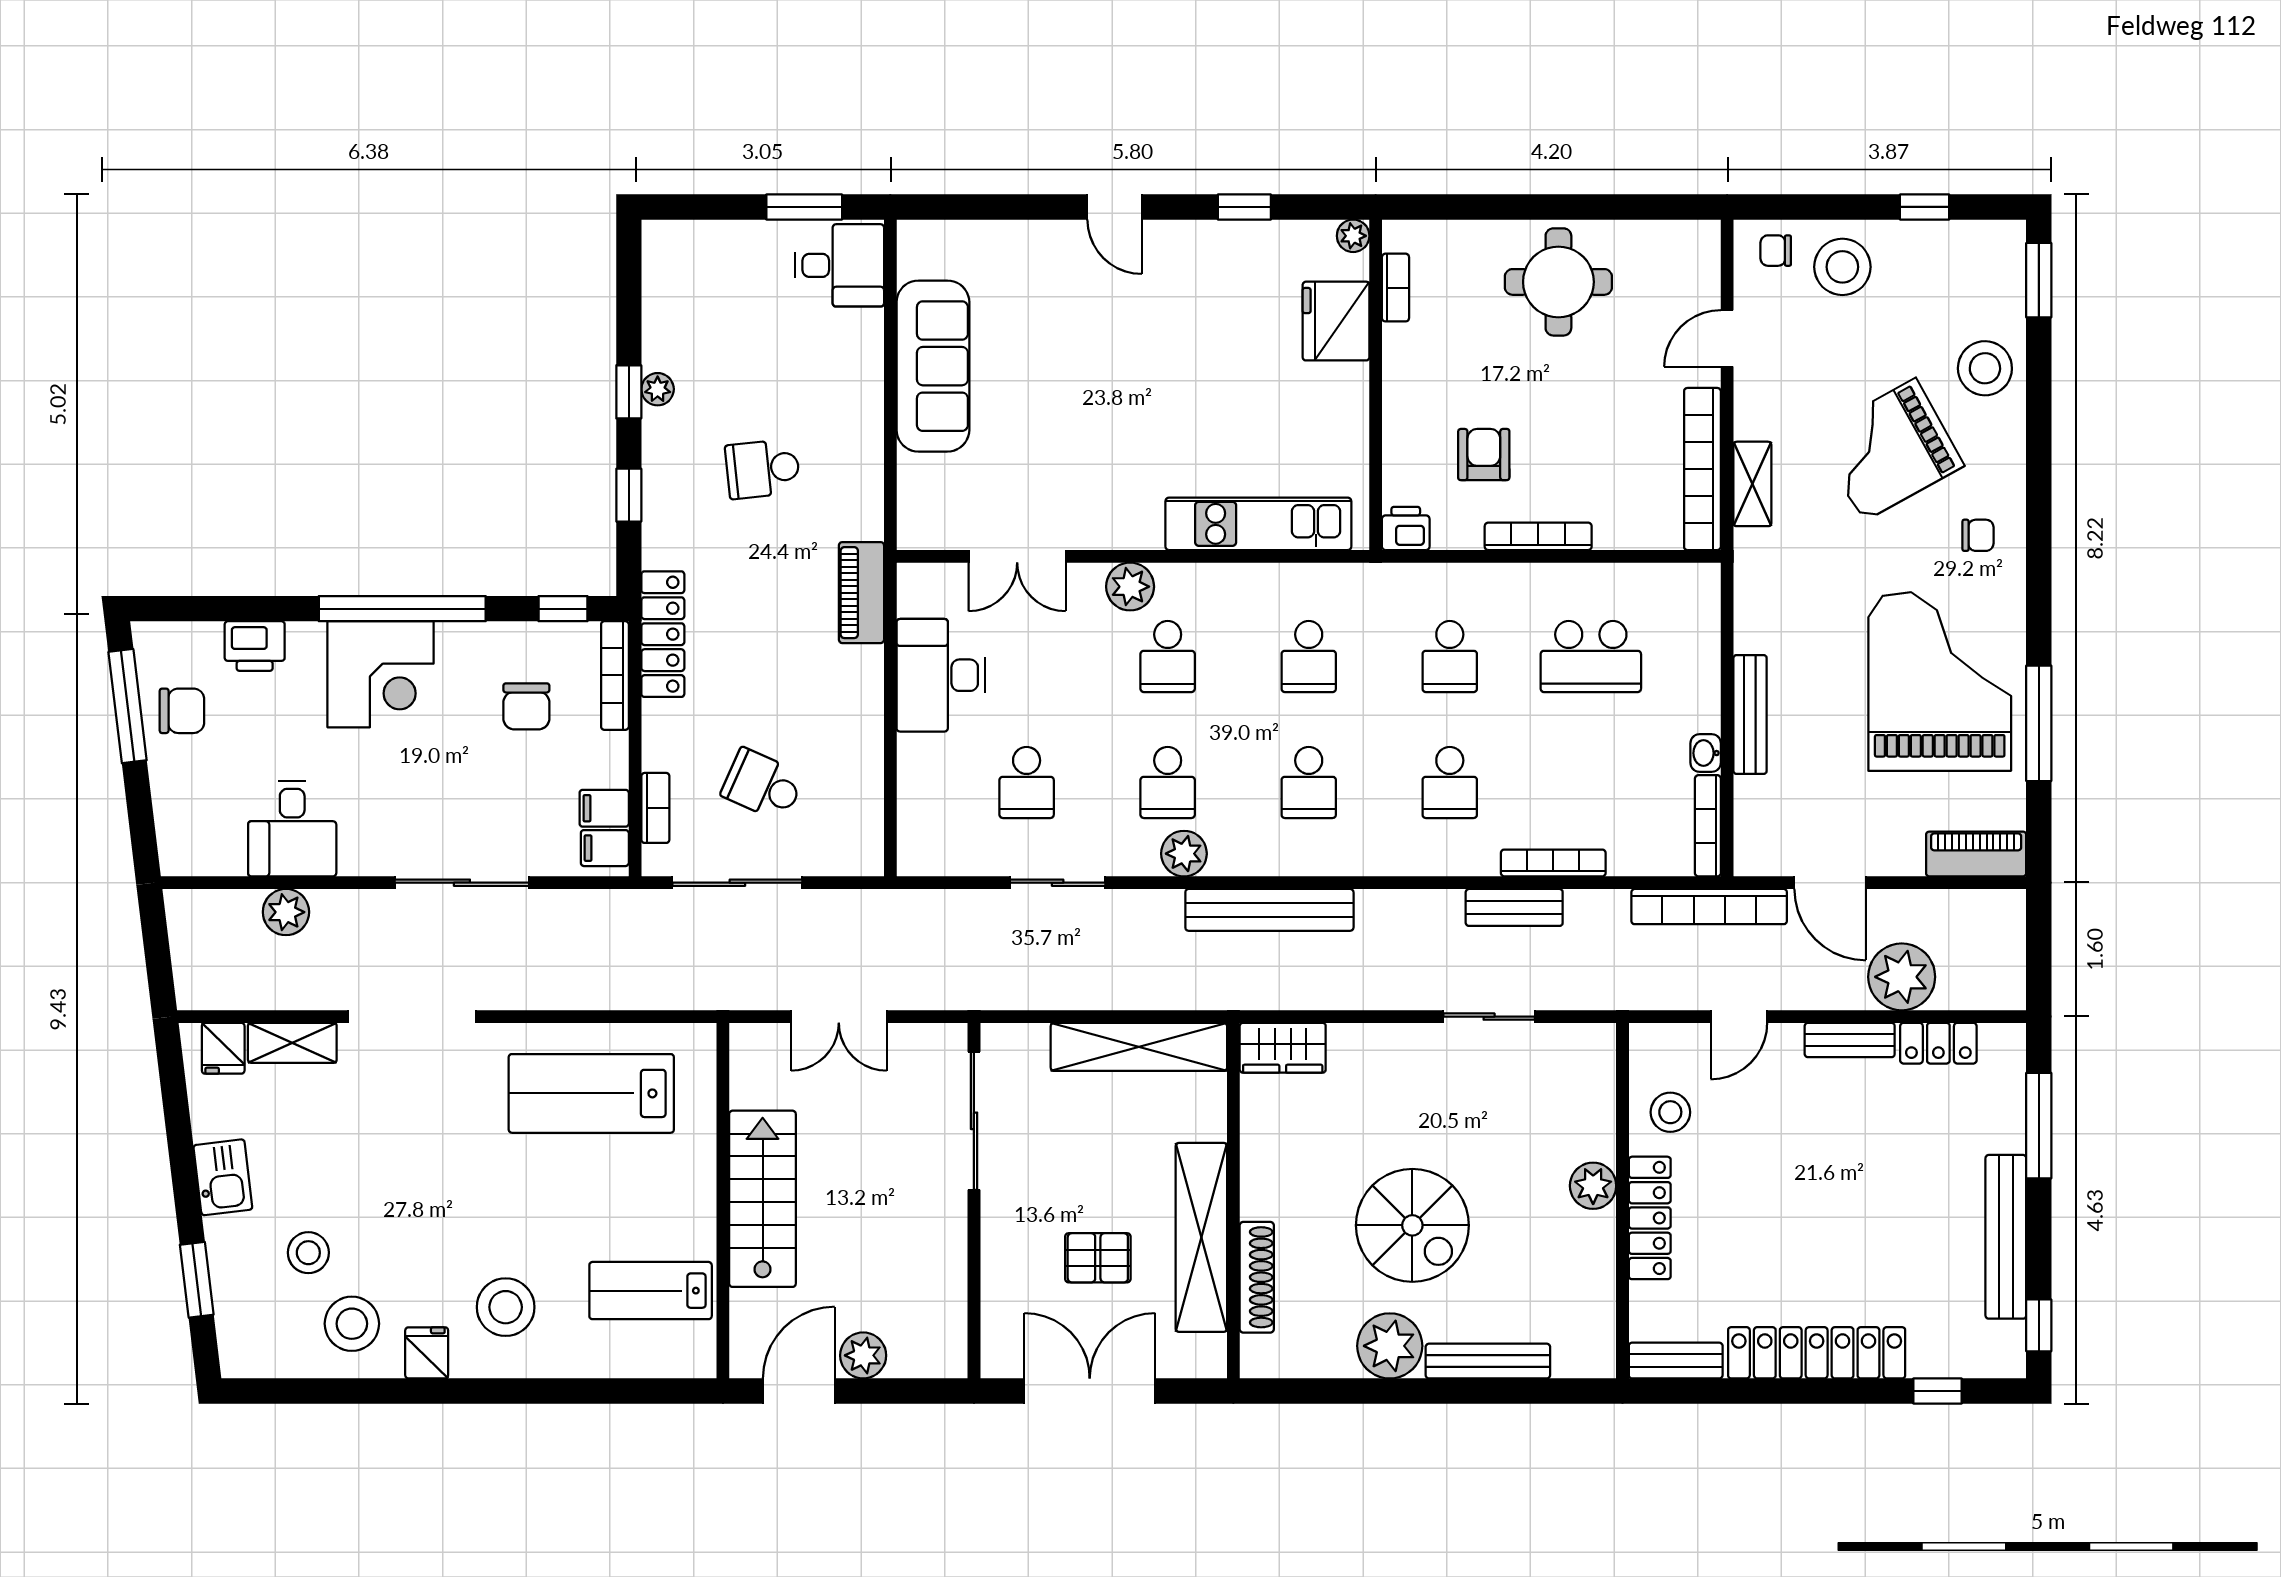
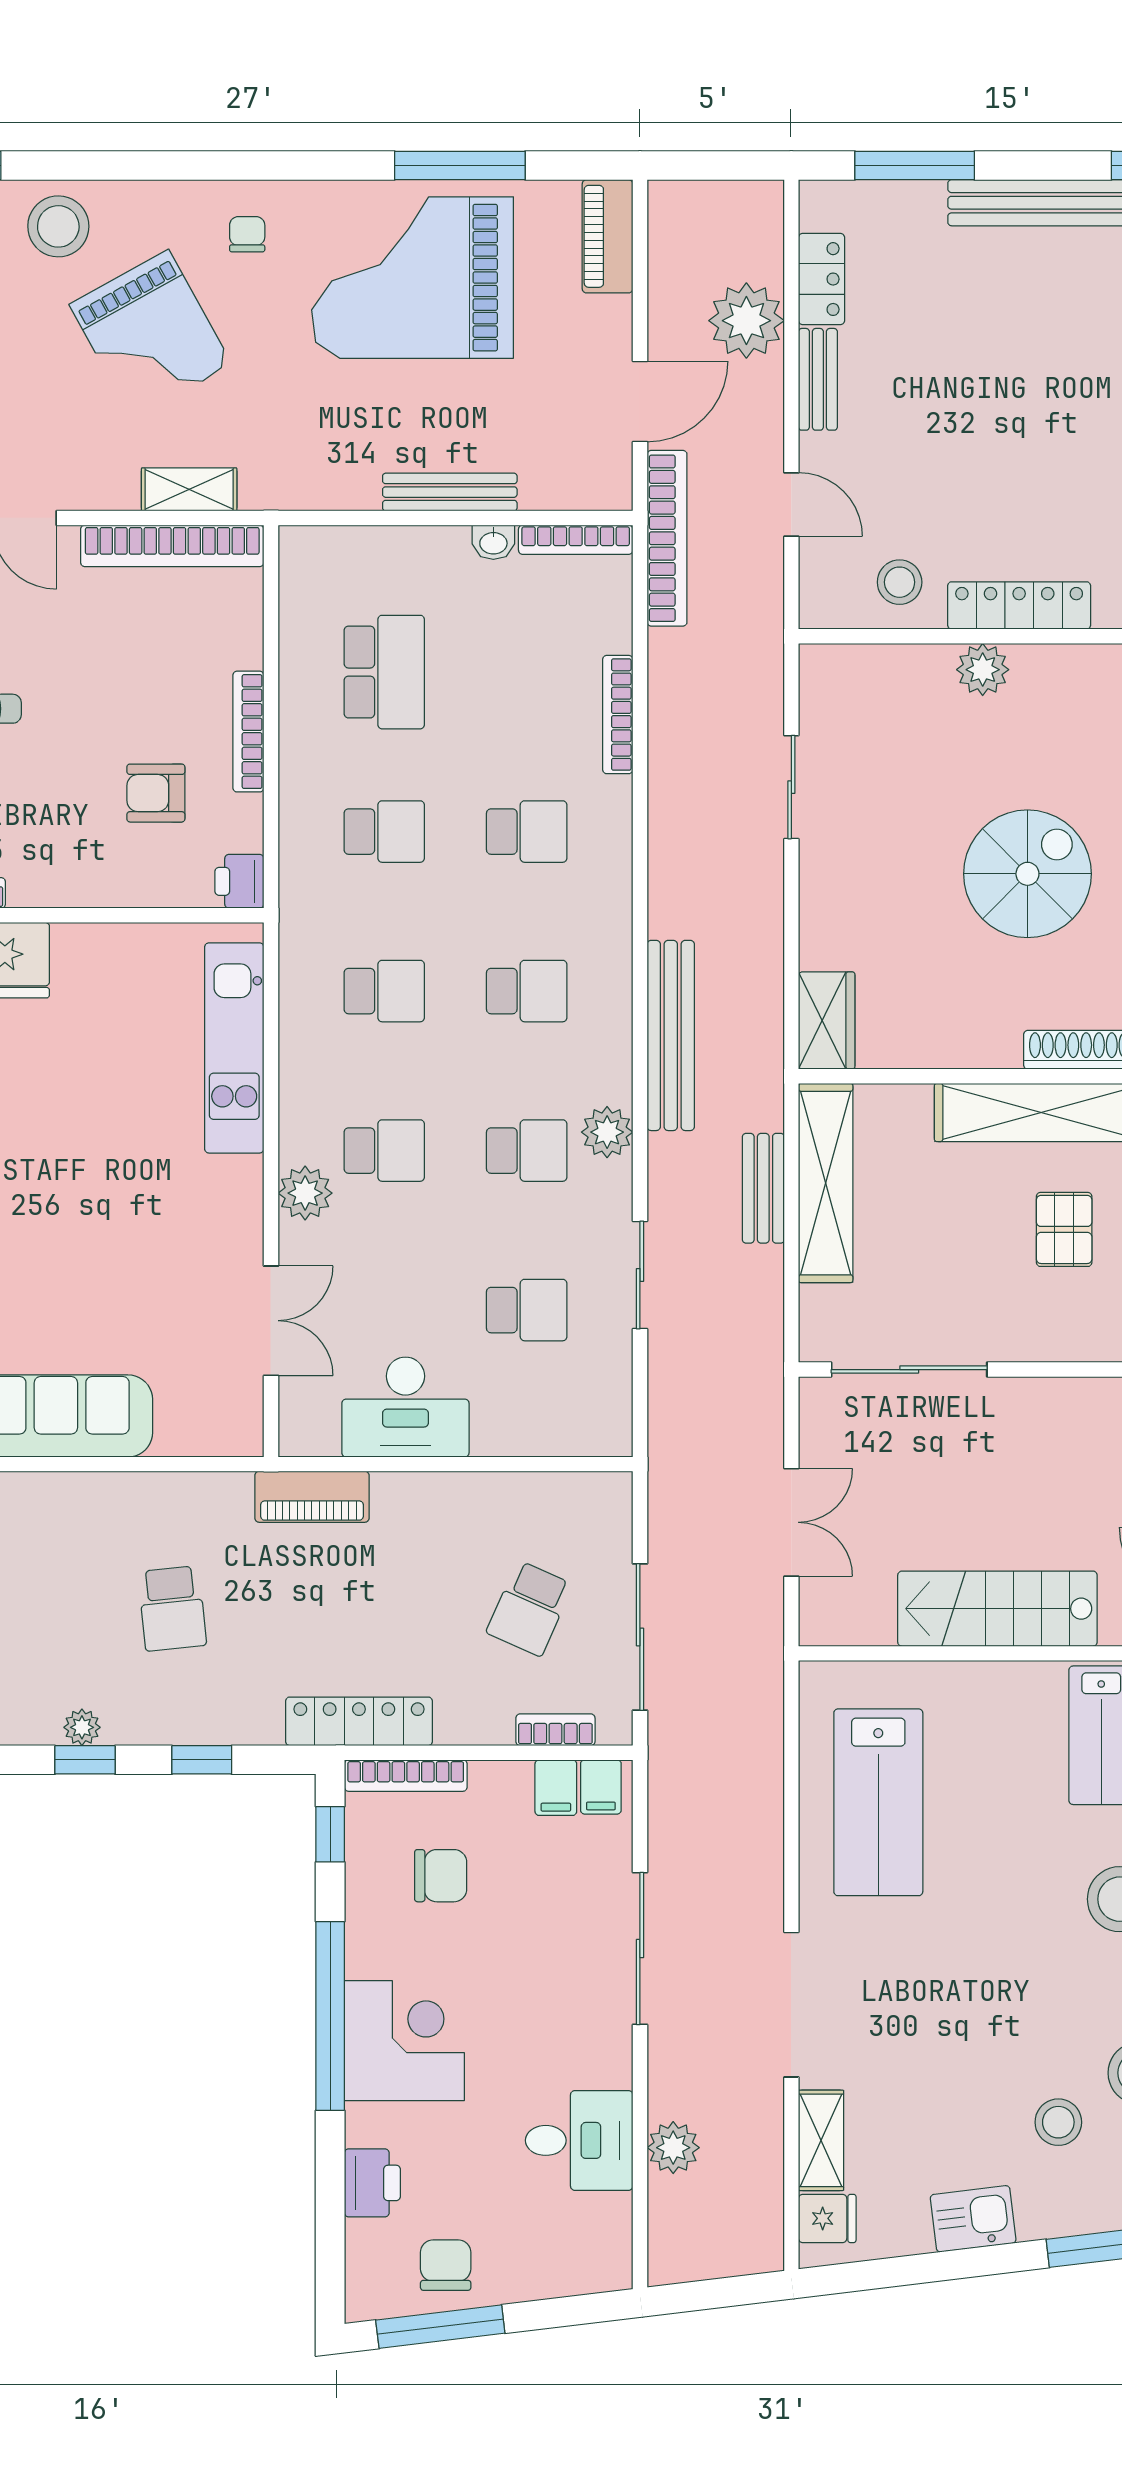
bench: (1514, 907) -> (763, 1188), moved

